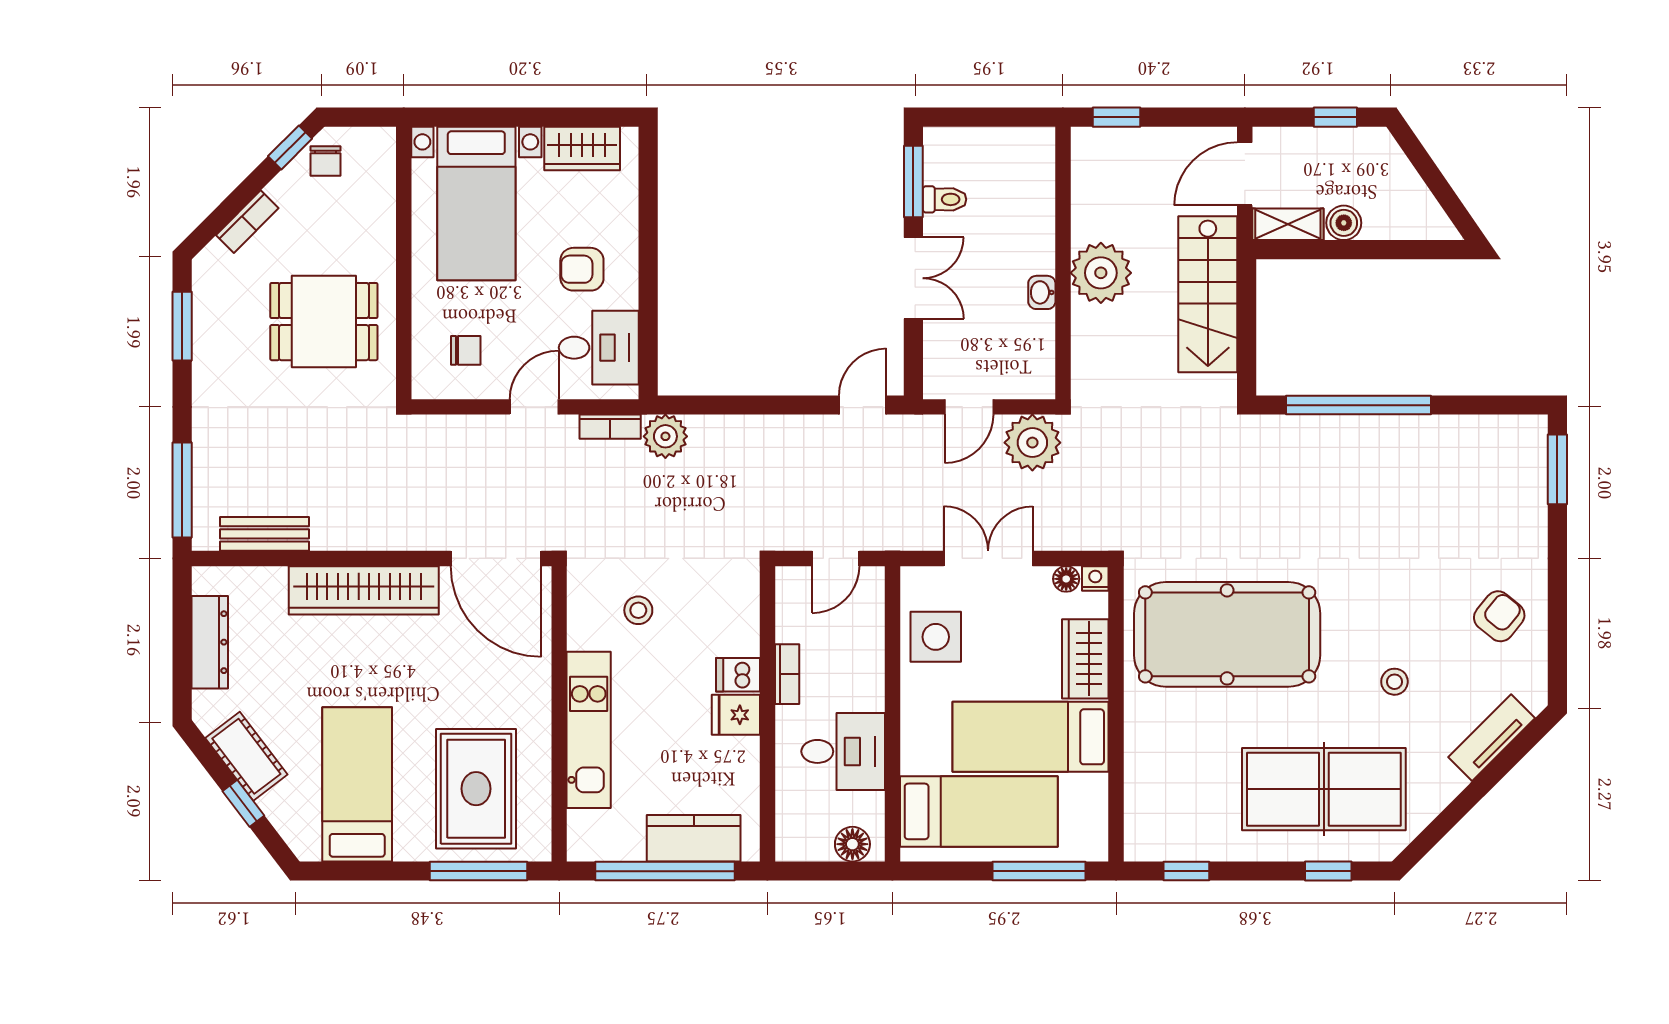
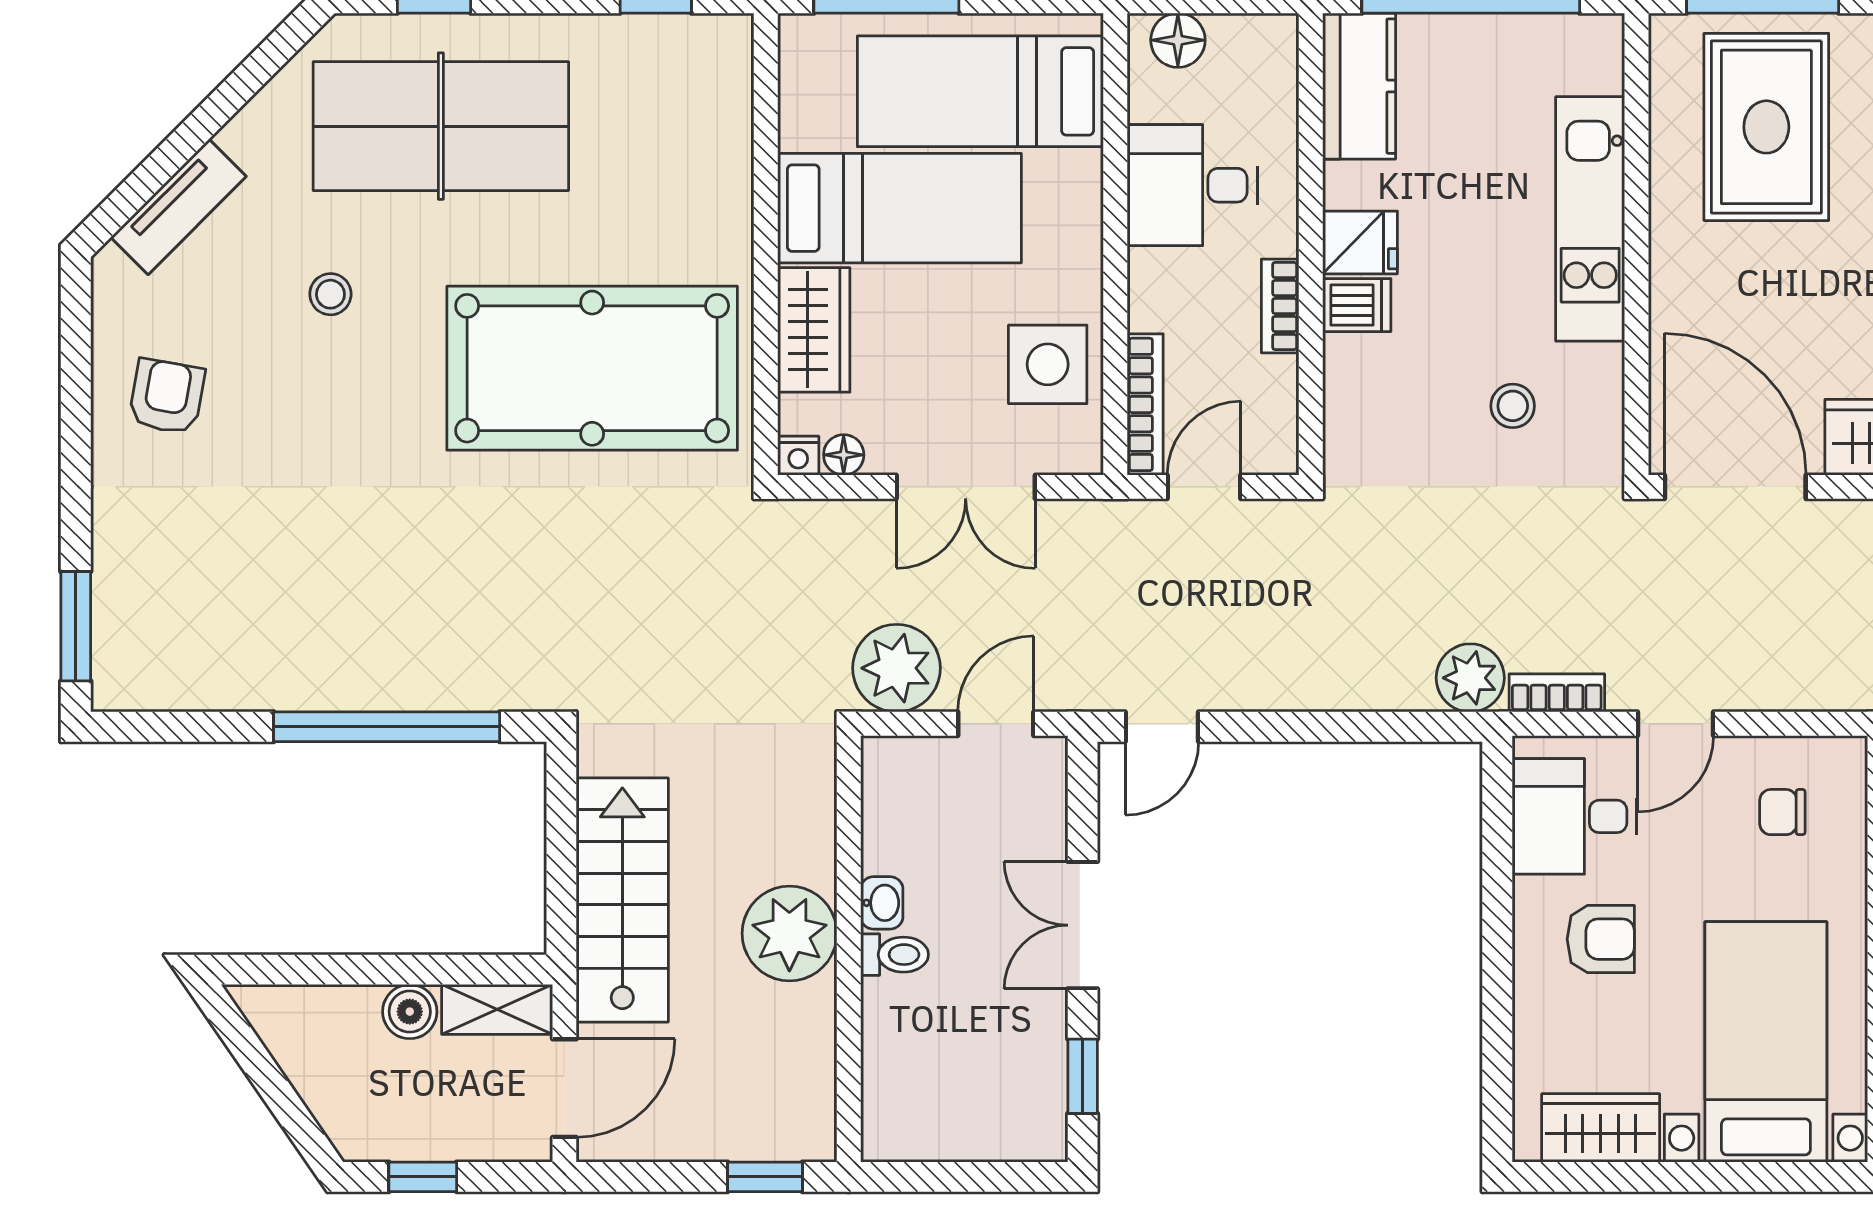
window: (913, 181) -> (1083, 1076), width x0.67
toilet: (945, 199) -> (895, 955), moved, turned 180
bookcase: (873, 611) -> (1145, 404), added
armchair: (1499, 616) -> (167, 396), turned 151
kitchen counter: (694, 838) -> (1359, 86), moved, turned -90

